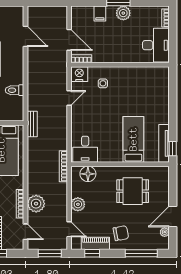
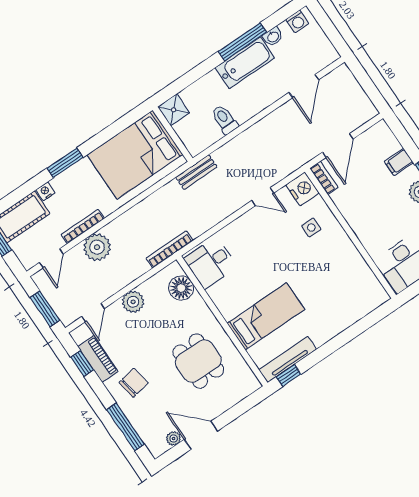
chair: (121, 233) -> (134, 383), turned -89

